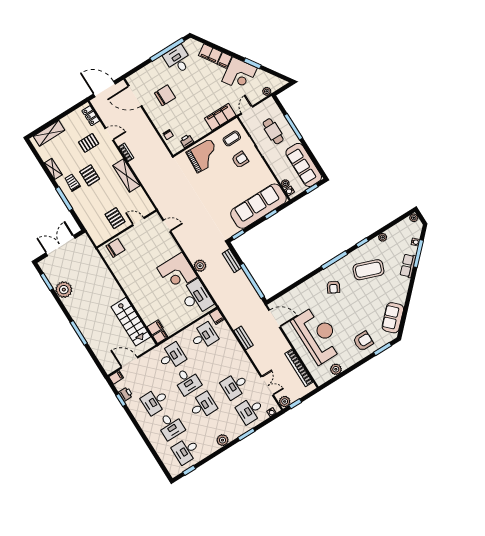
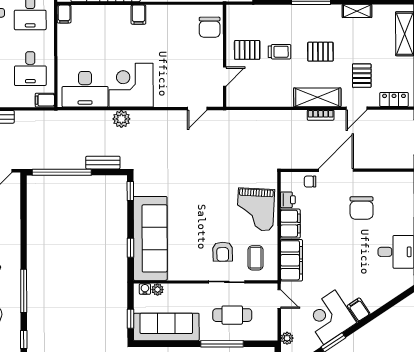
filing cabinet: (210, 54) -> (290, 224), moved, turned 124
door: (135, 96) -> (336, 170), moved
shelving: (126, 176) -> (317, 97), moved
trolley: (72, 183) -> (280, 52), moved
filing cabinet: (155, 327) -> (138, 15), moved

